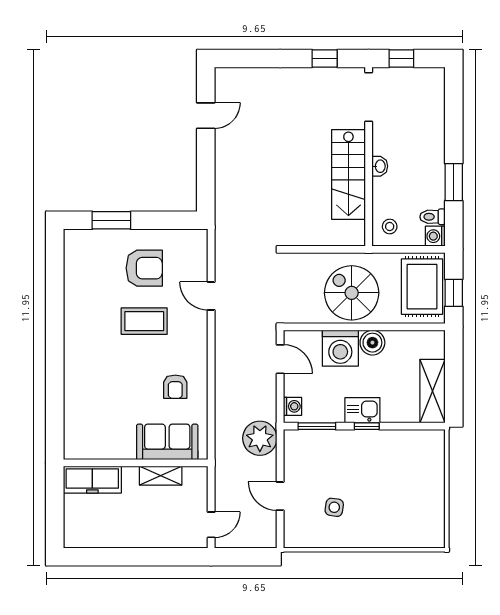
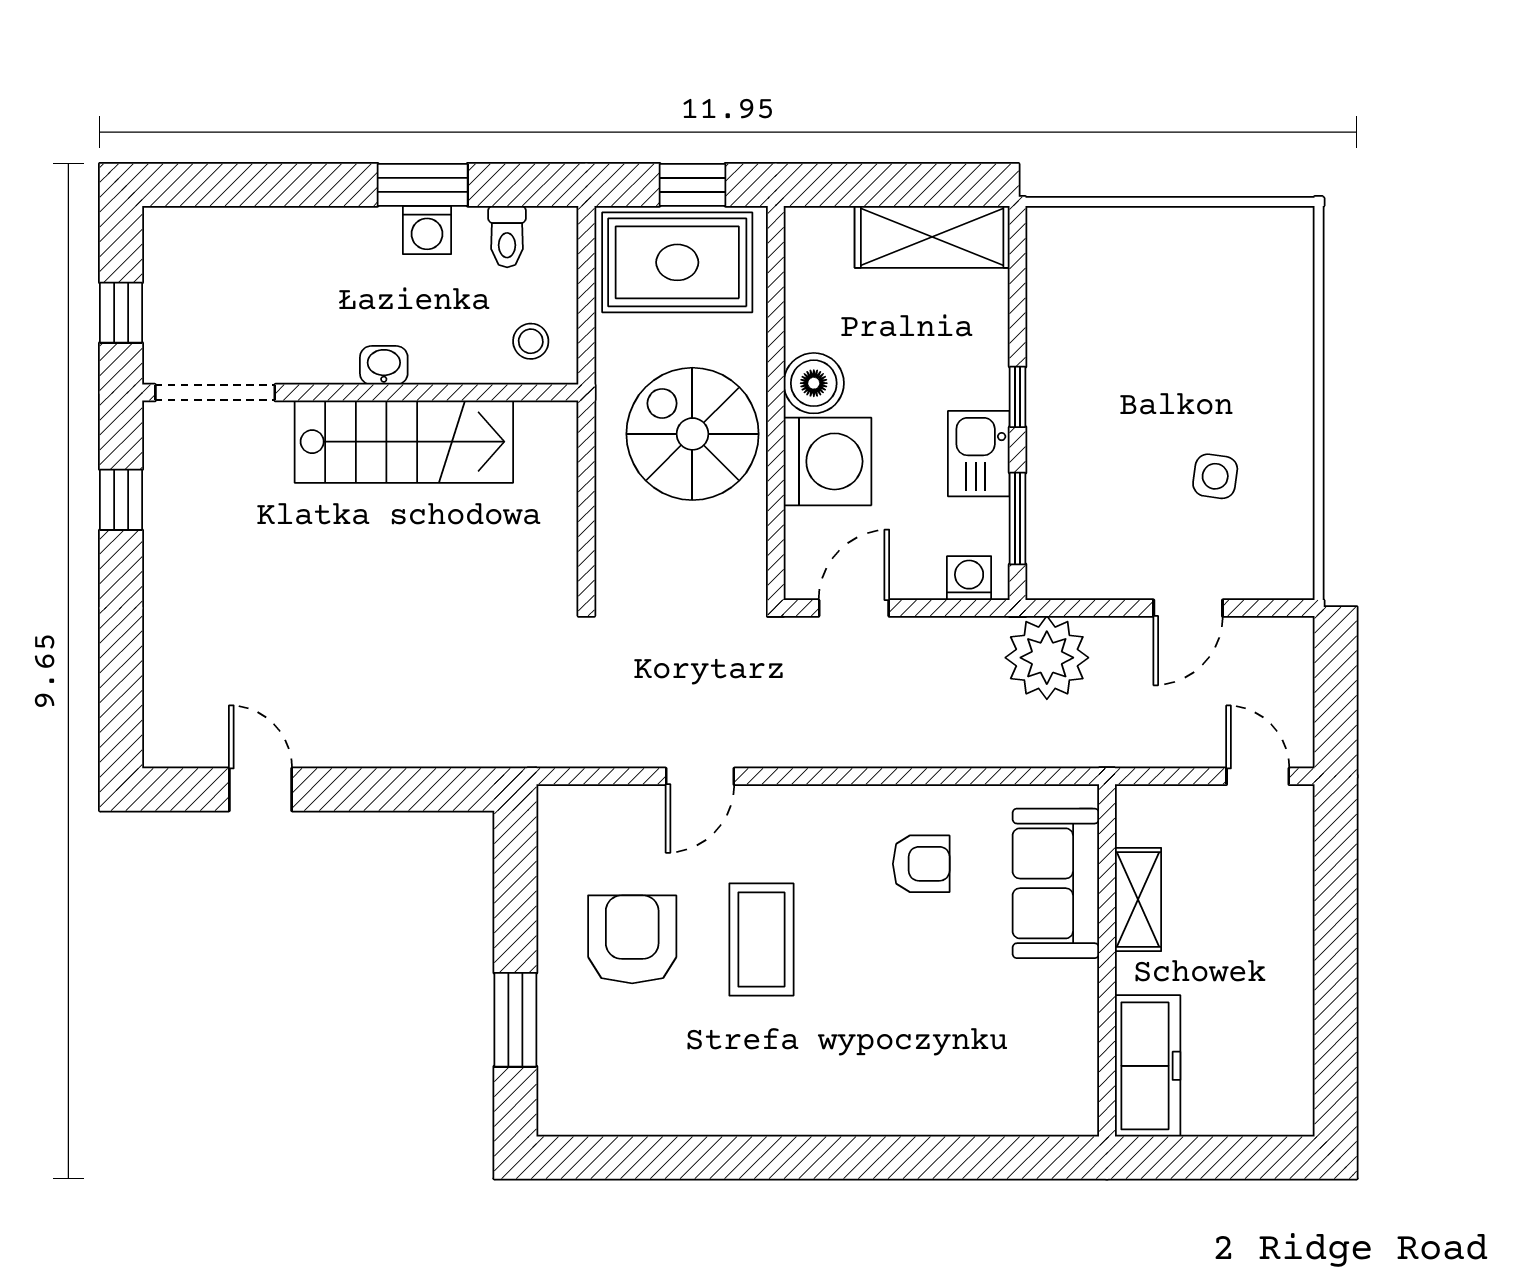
washing machine: (435, 236) -> (427, 230), moved
spiral stairs: (352, 293) -> (692, 434), turned 90
kitchen sink: (362, 410) -> (979, 454), moved

